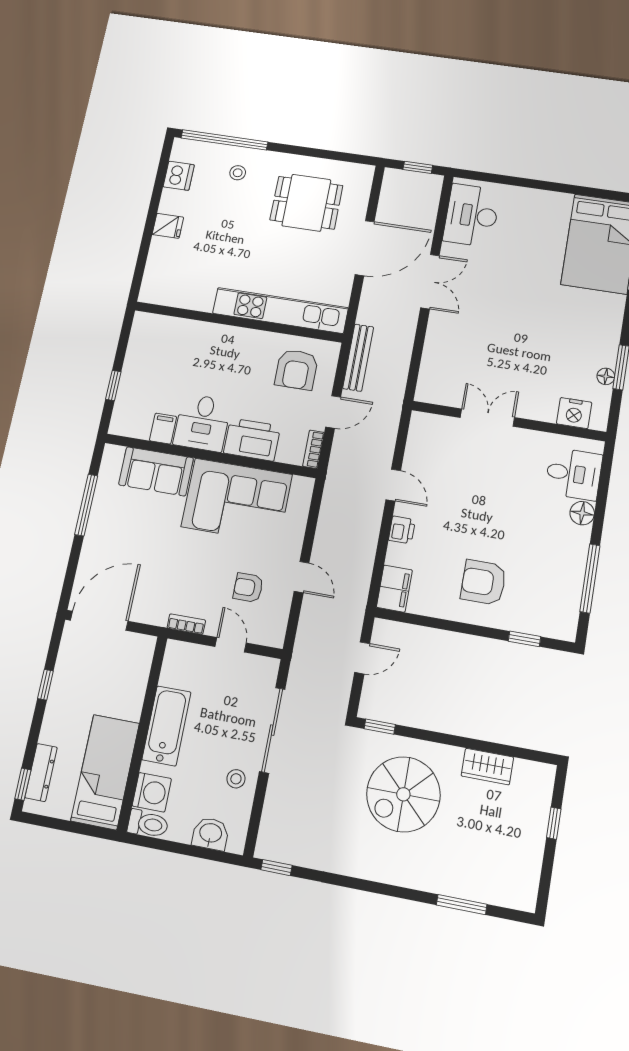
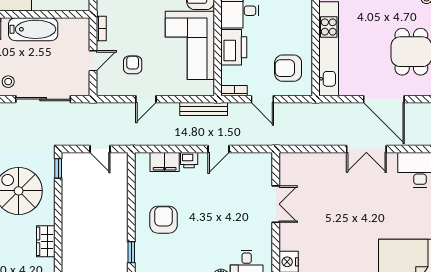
bench: (358, 358) -> (204, 109), moved
filing cabinet: (394, 589) -> (165, 162), moved

